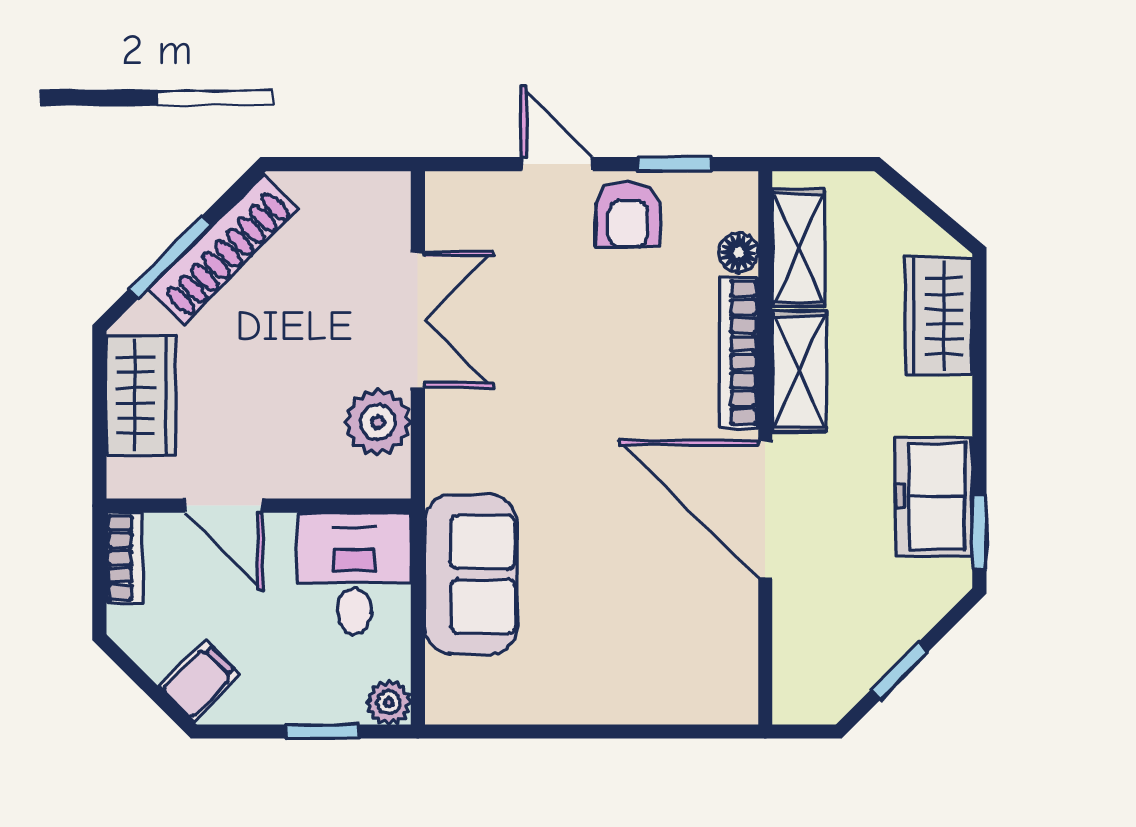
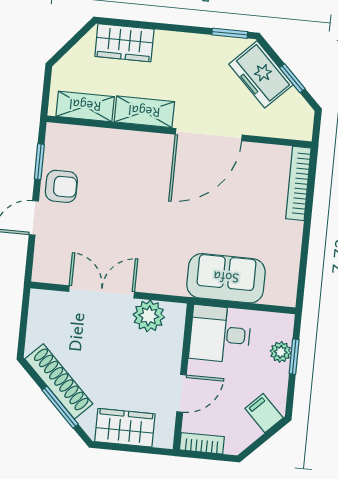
floor lamp: (739, 253) -> (85, 135), removed
bookcase: (739, 353) -> (298, 183), moved, turned 90
freezer: (934, 496) -> (261, 74), moved, turned 45
plant: (389, 702) -> (281, 352), moved

